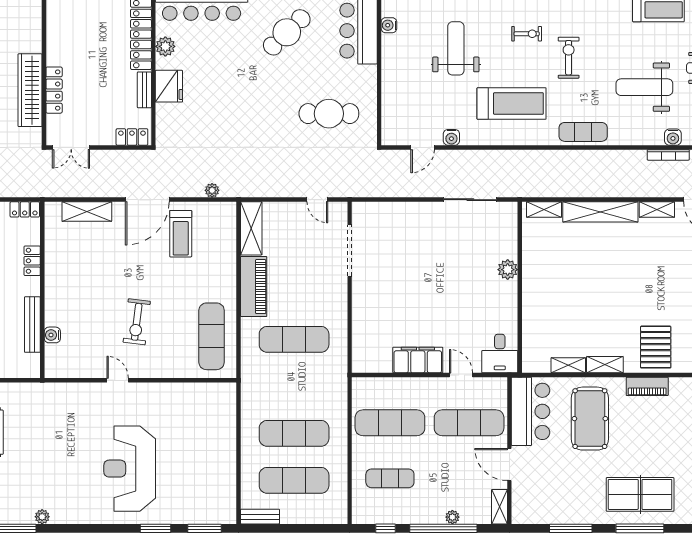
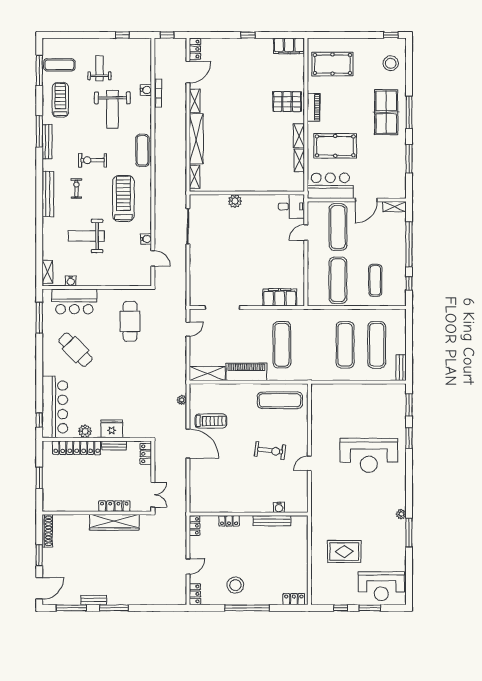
shelving: (87, 212) -> (196, 484), removed
filing cabinet: (418, 360) -> (280, 297), moved, turned 90
plant: (452, 517) -> (401, 238), removed

